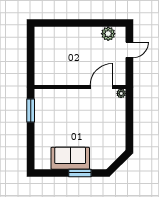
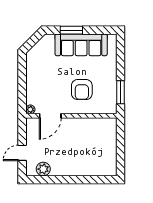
armchair: (69, 113) -> (82, 90), added
sofa: (70, 158) -> (81, 45), width x1.36

